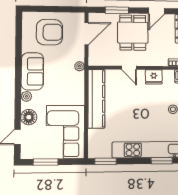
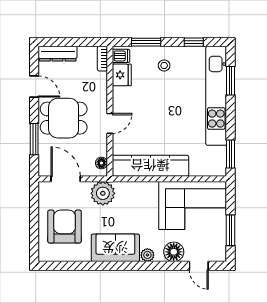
floor lamp: (99, 61) -> (101, 163), added
plant: (80, 66) -> (103, 193), width x1.88, depth x1.88
fridge: (154, 77) -> (122, 75), moved

